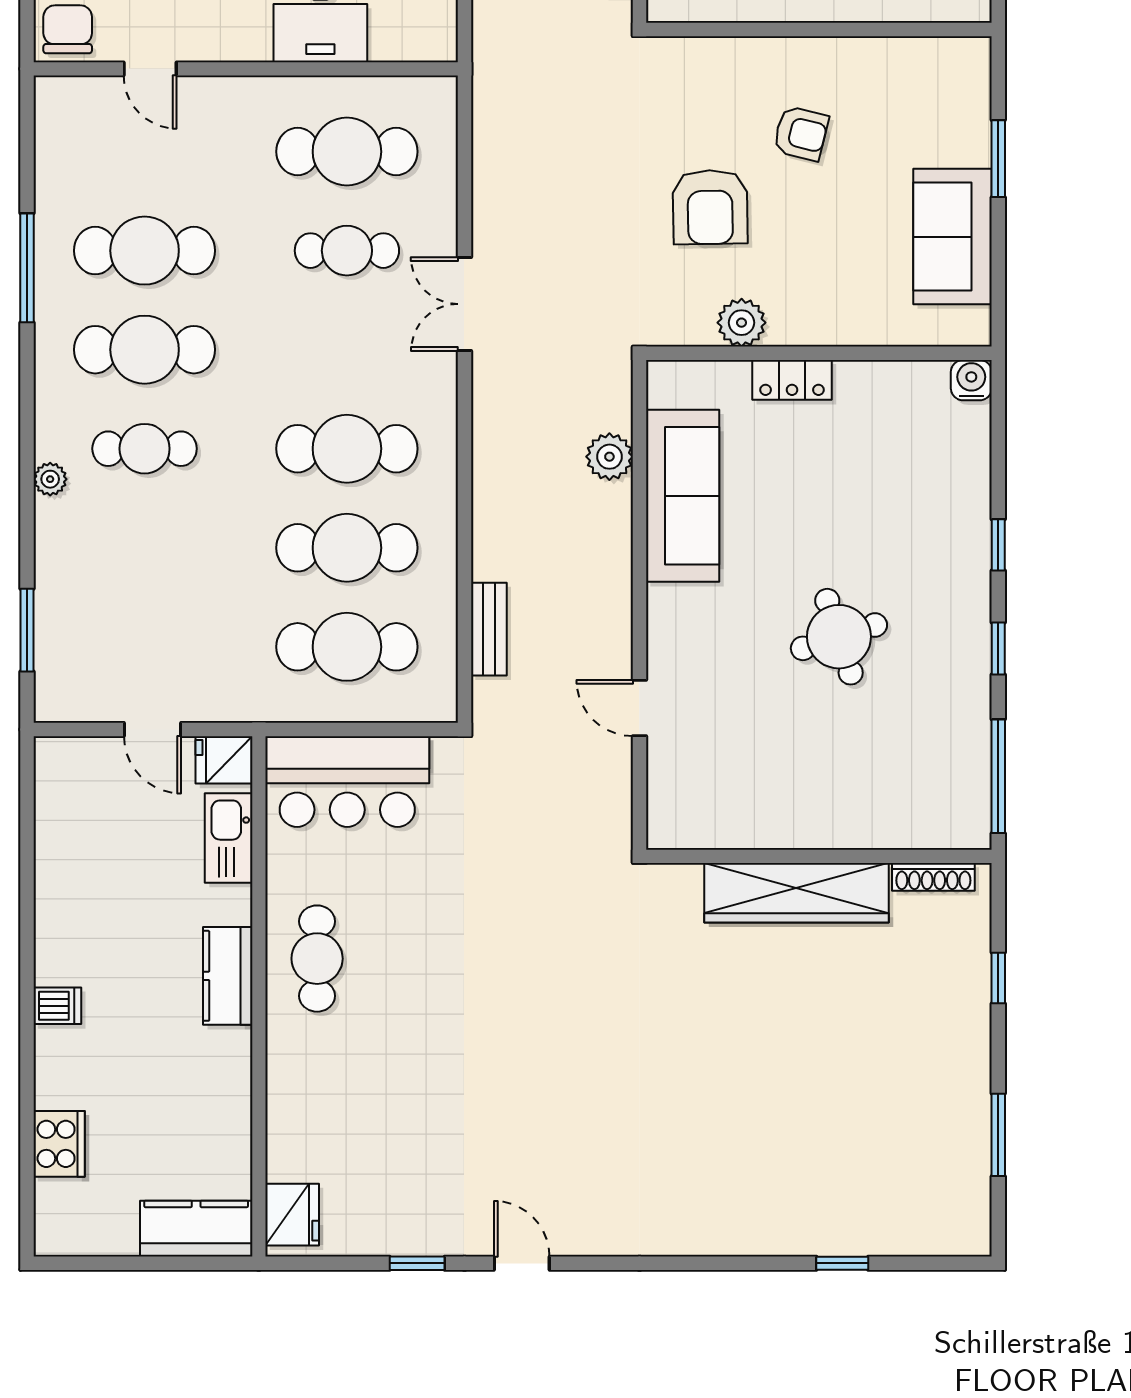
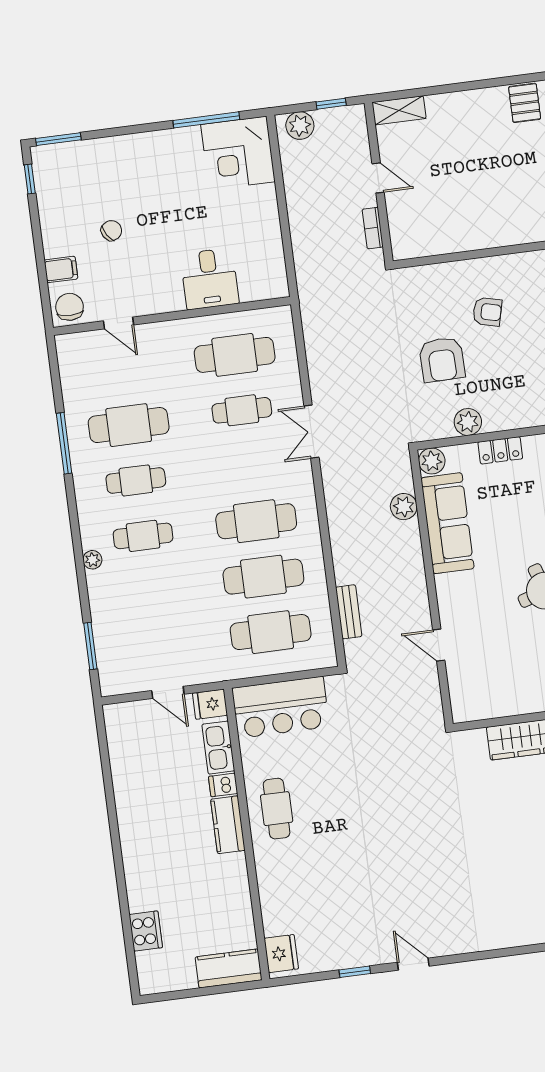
cafe table: (145, 350) -> (136, 480), width x0.73, depth x0.74
plant: (669, 383) -> (432, 461), added
dishwasher: (57, 1006) -> (223, 785), moved, turned 180

